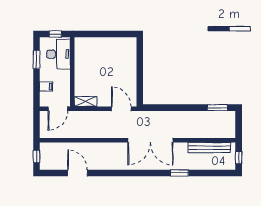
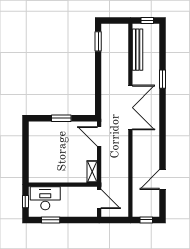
window: (140, 70) -> (61, 118), added
filing cabinet: (46, 87) -> (77, 210), removed
door: (121, 109) -> (99, 136), hinge flipped

